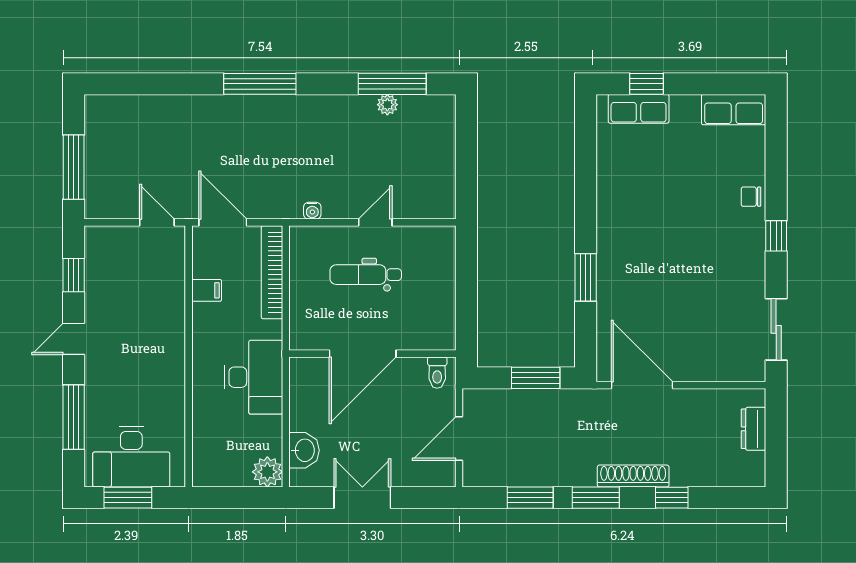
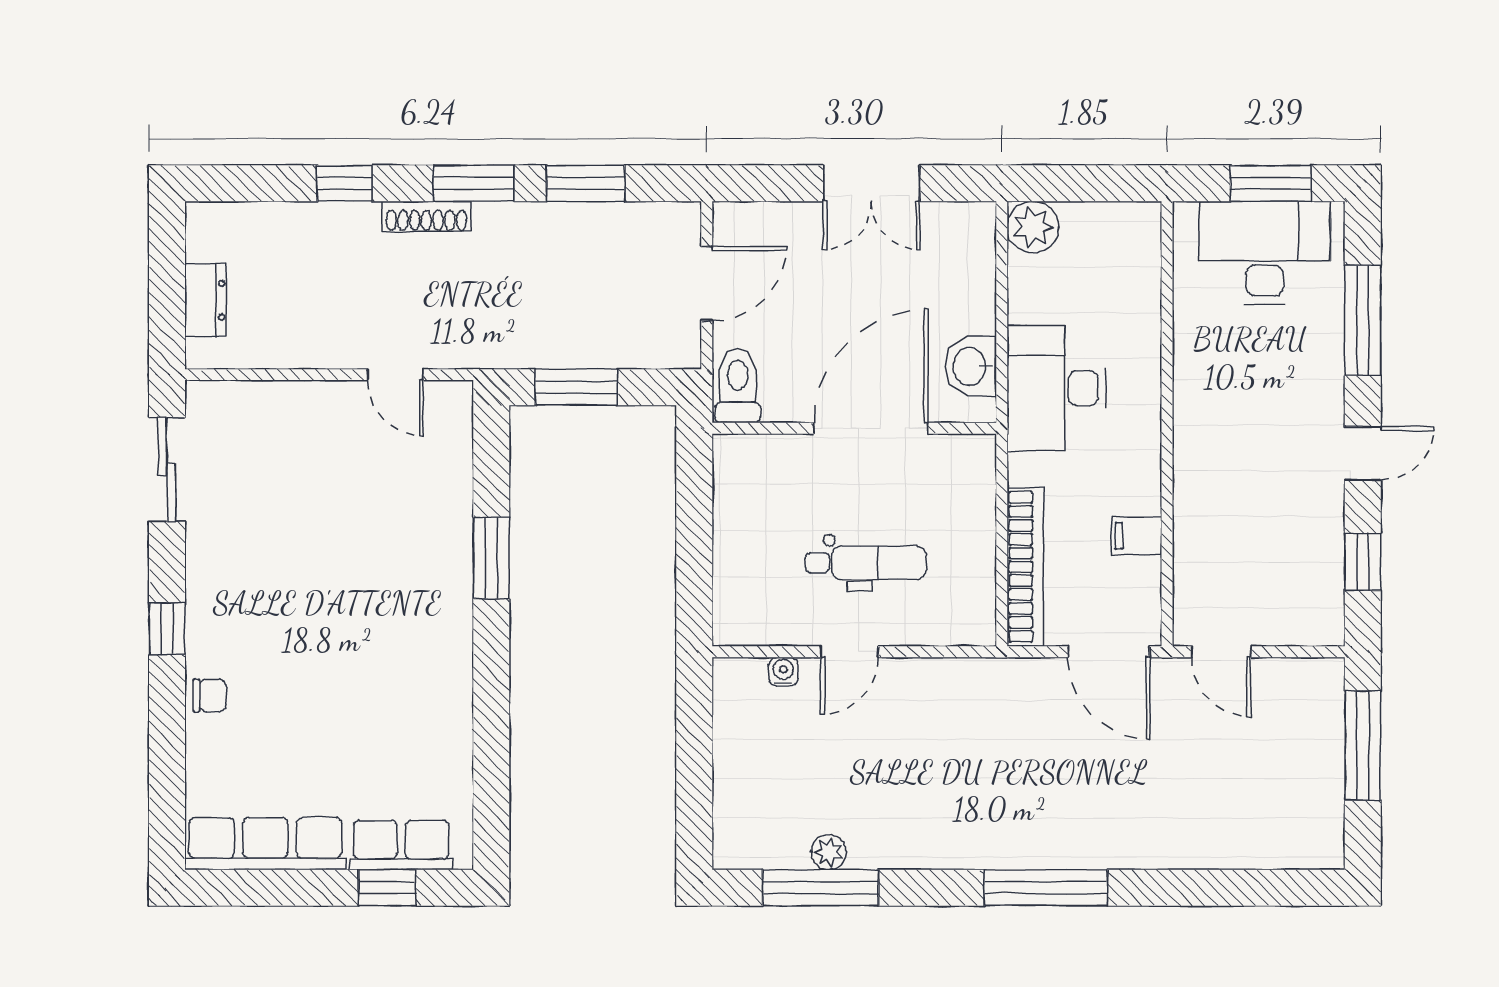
row of seats: (734, 110) -> (265, 844), width x1.48
water cooler: (312, 211) -> (783, 672), moved
toilet: (437, 373) -> (738, 386), width x1.37, depth x1.39
door: (642, 385) -> (395, 375), width x0.53
washbasin: (304, 450) -> (971, 366), moved
shoe rack: (633, 476) -> (426, 216), width x0.74, depth x0.81

